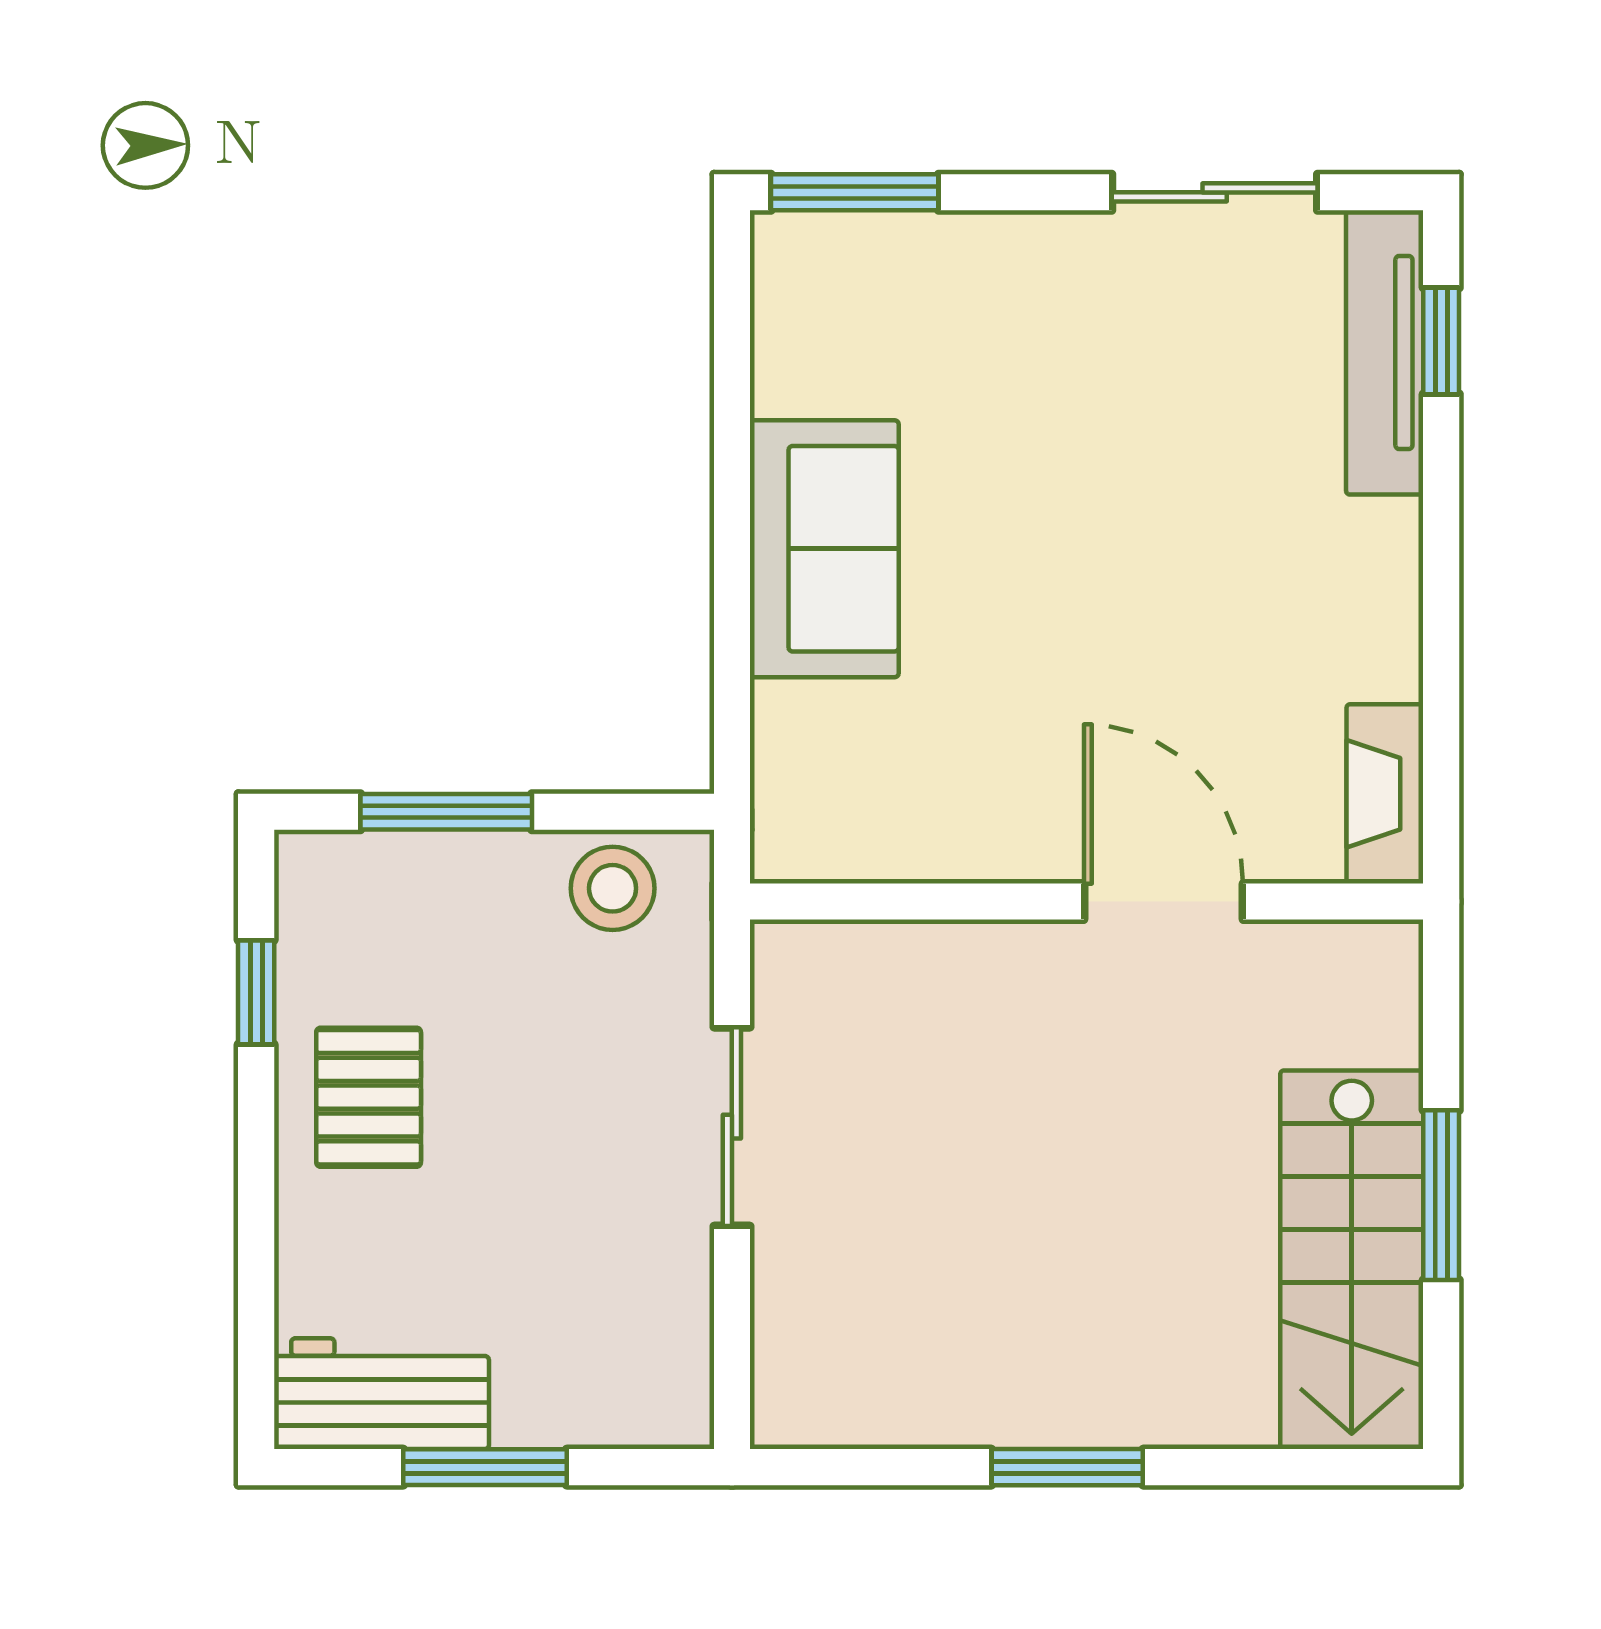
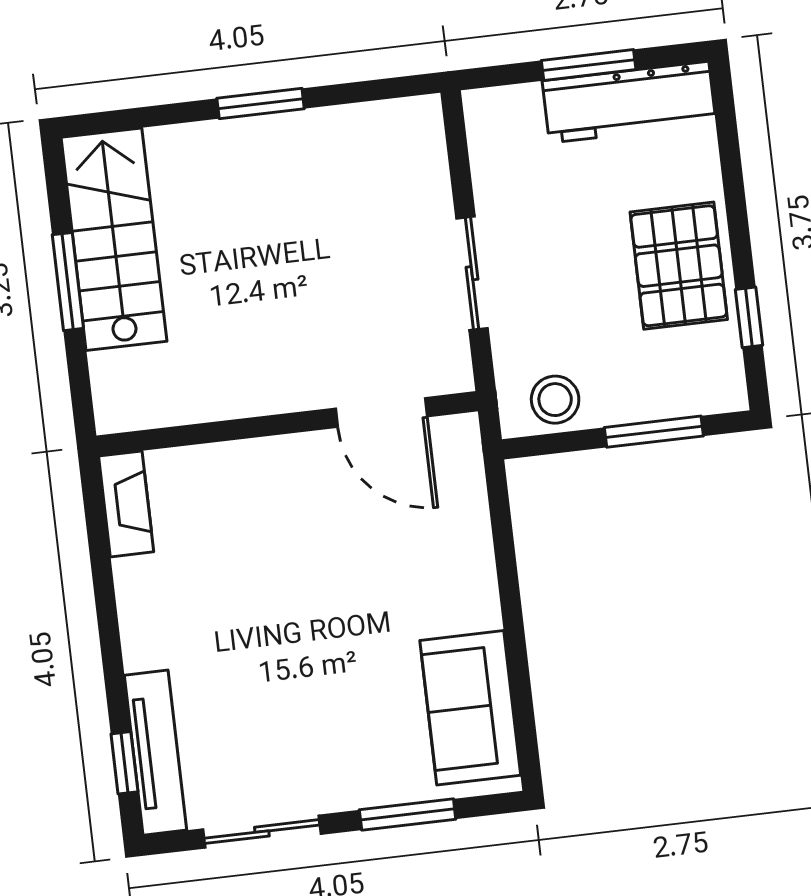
window: (855, 192) -> (408, 815), moved
sofa: (824, 549) -> (470, 708), moved
door: (1164, 902) -> (381, 412), moved
pallet: (369, 1097) -> (679, 266), width x1.50, depth x1.42
workbench: (382, 1394) -> (629, 102), width x1.38

